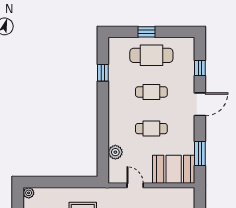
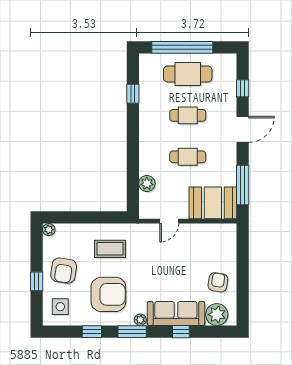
window: (147, 32) -> (182, 47), width x3.17
window: (200, 153) -> (243, 185), width x1.44
door: (135, 185) -> (169, 221), swing flipped

